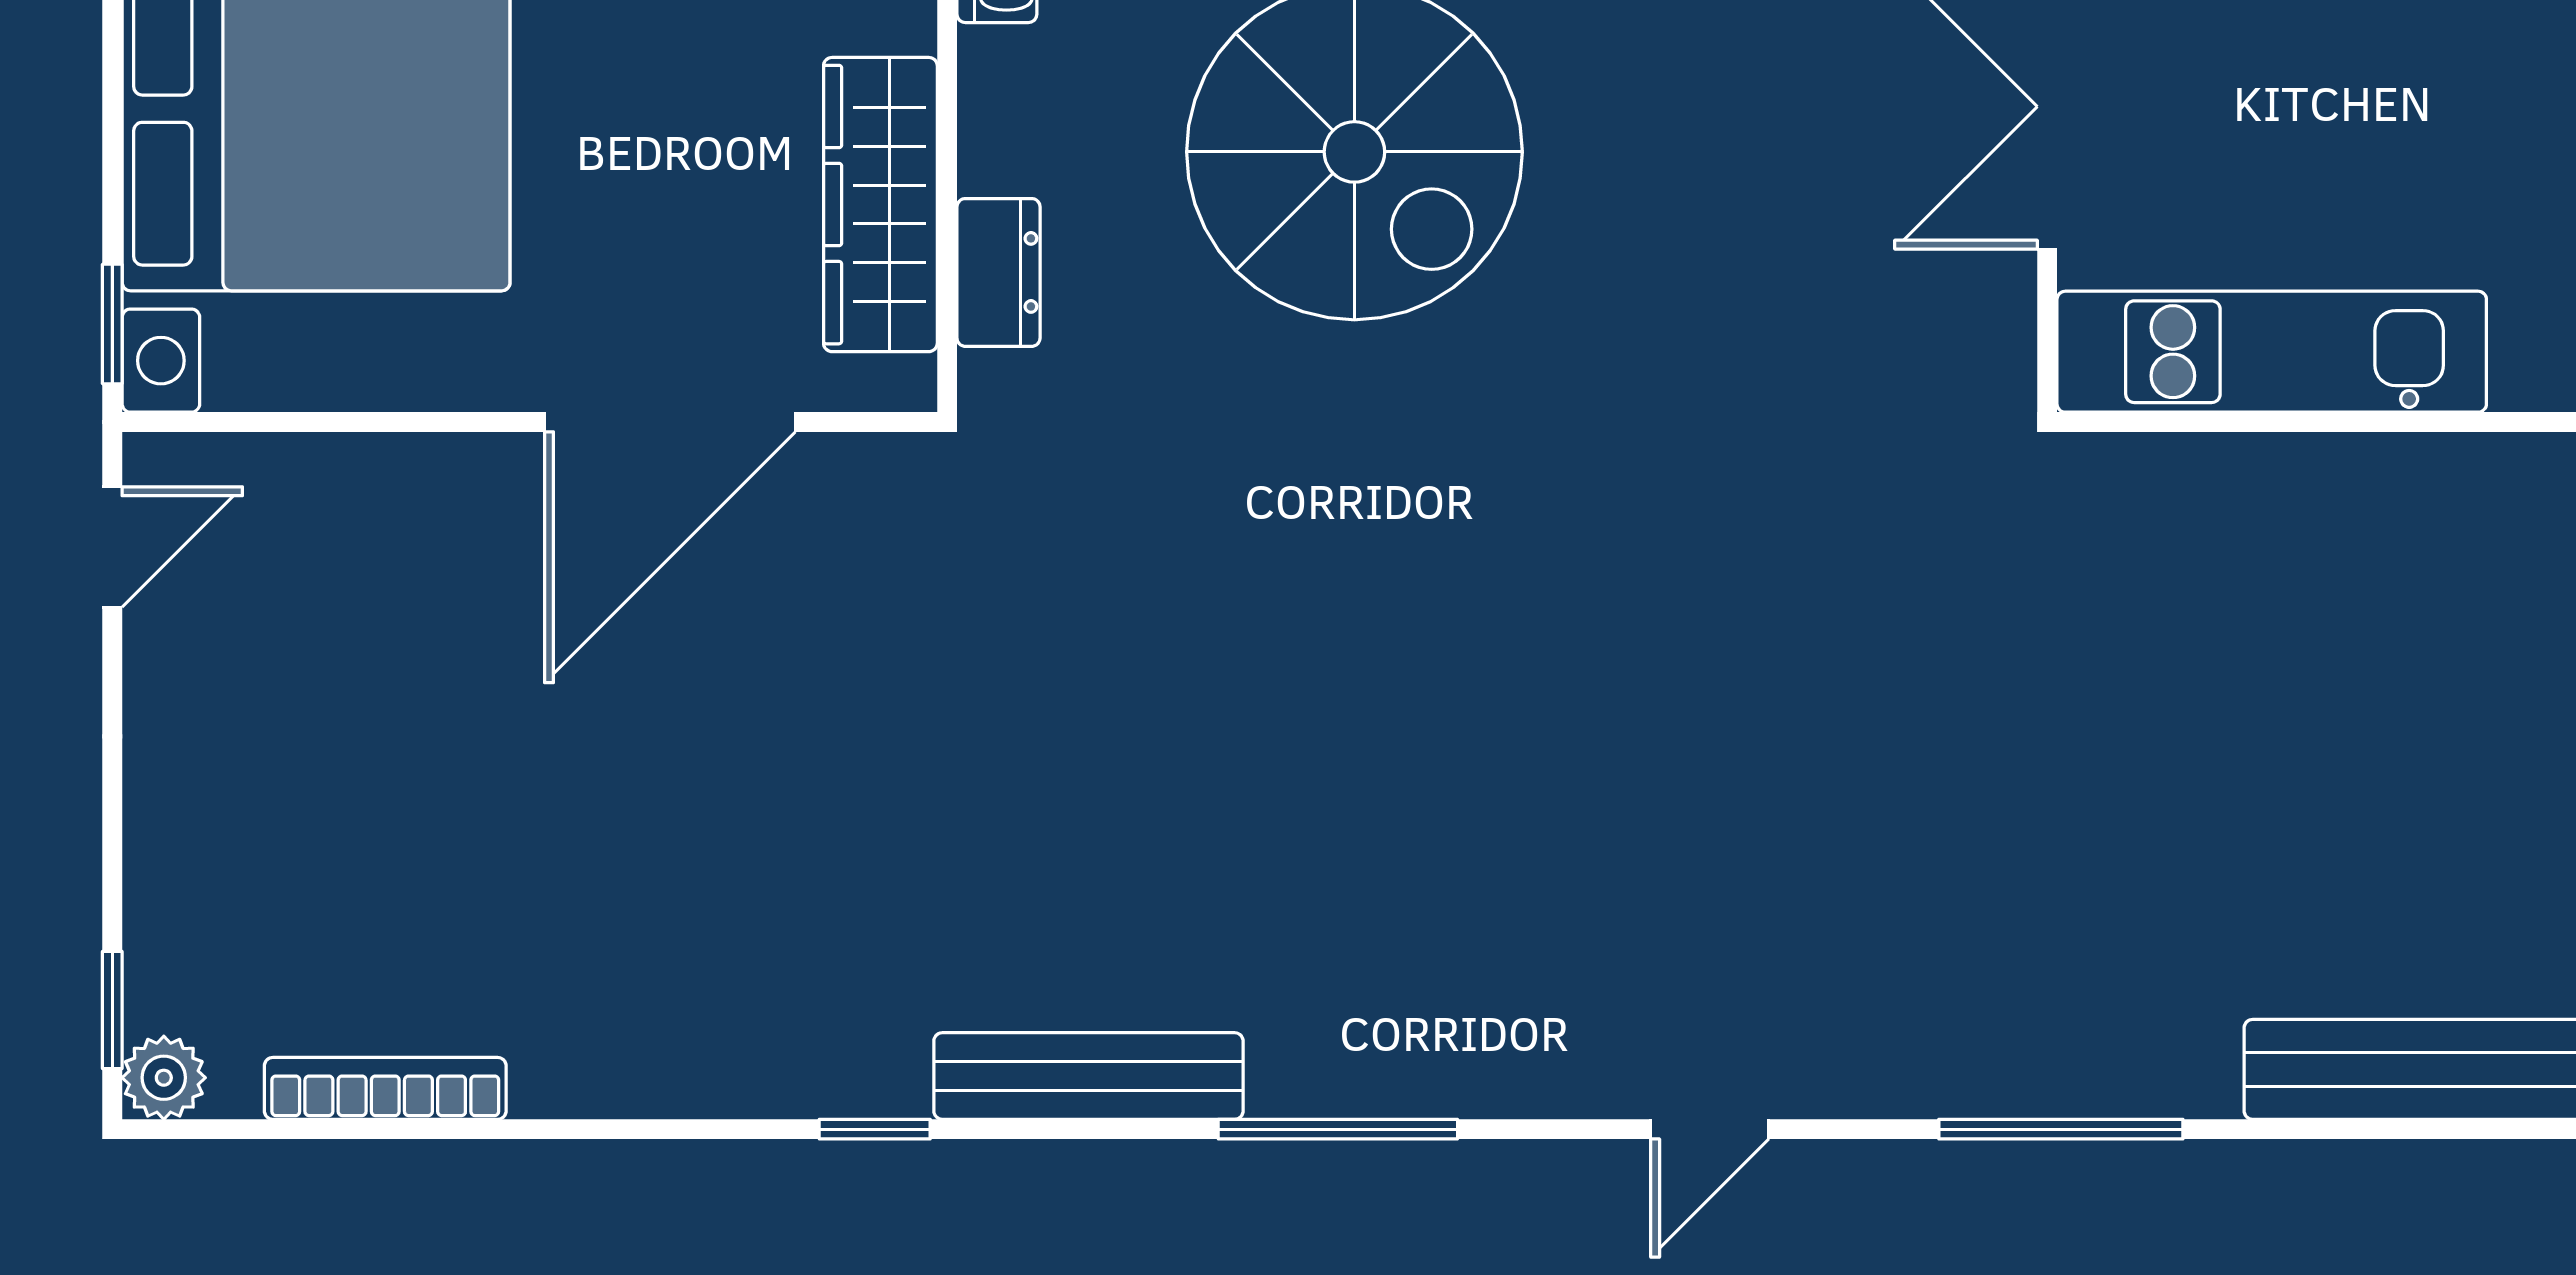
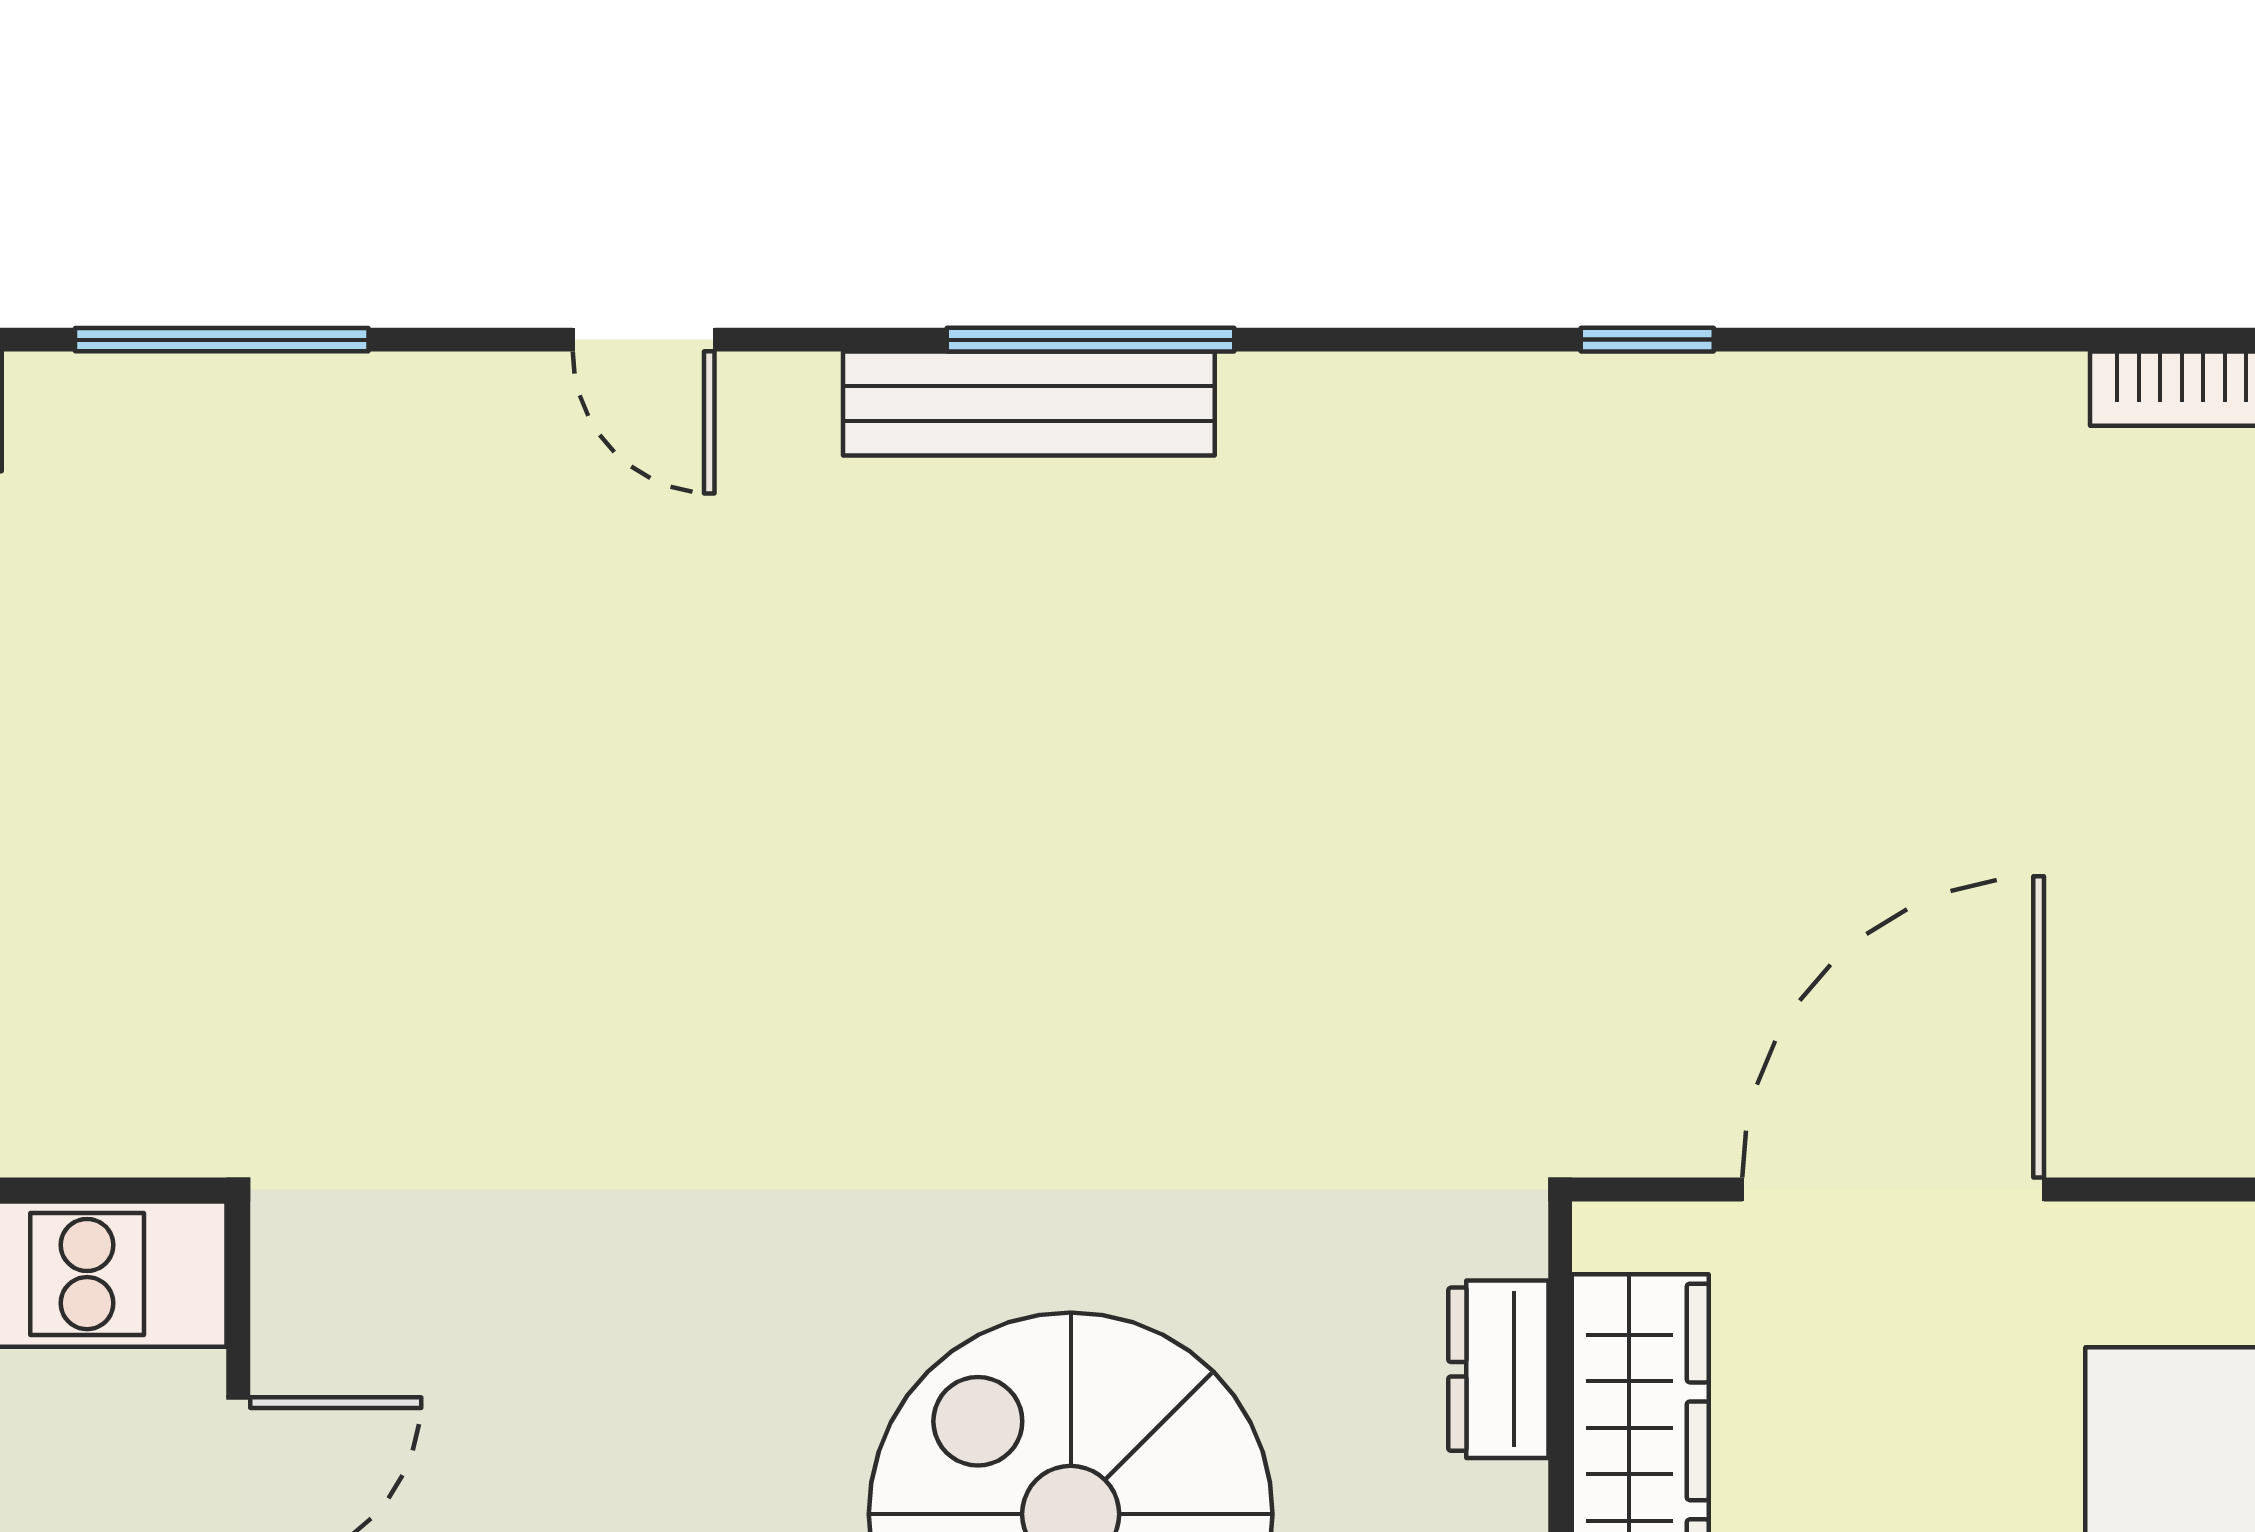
bench: (1088, 1076) -> (1029, 404), moved
door: (1710, 1129) -> (644, 340), swing flipped

